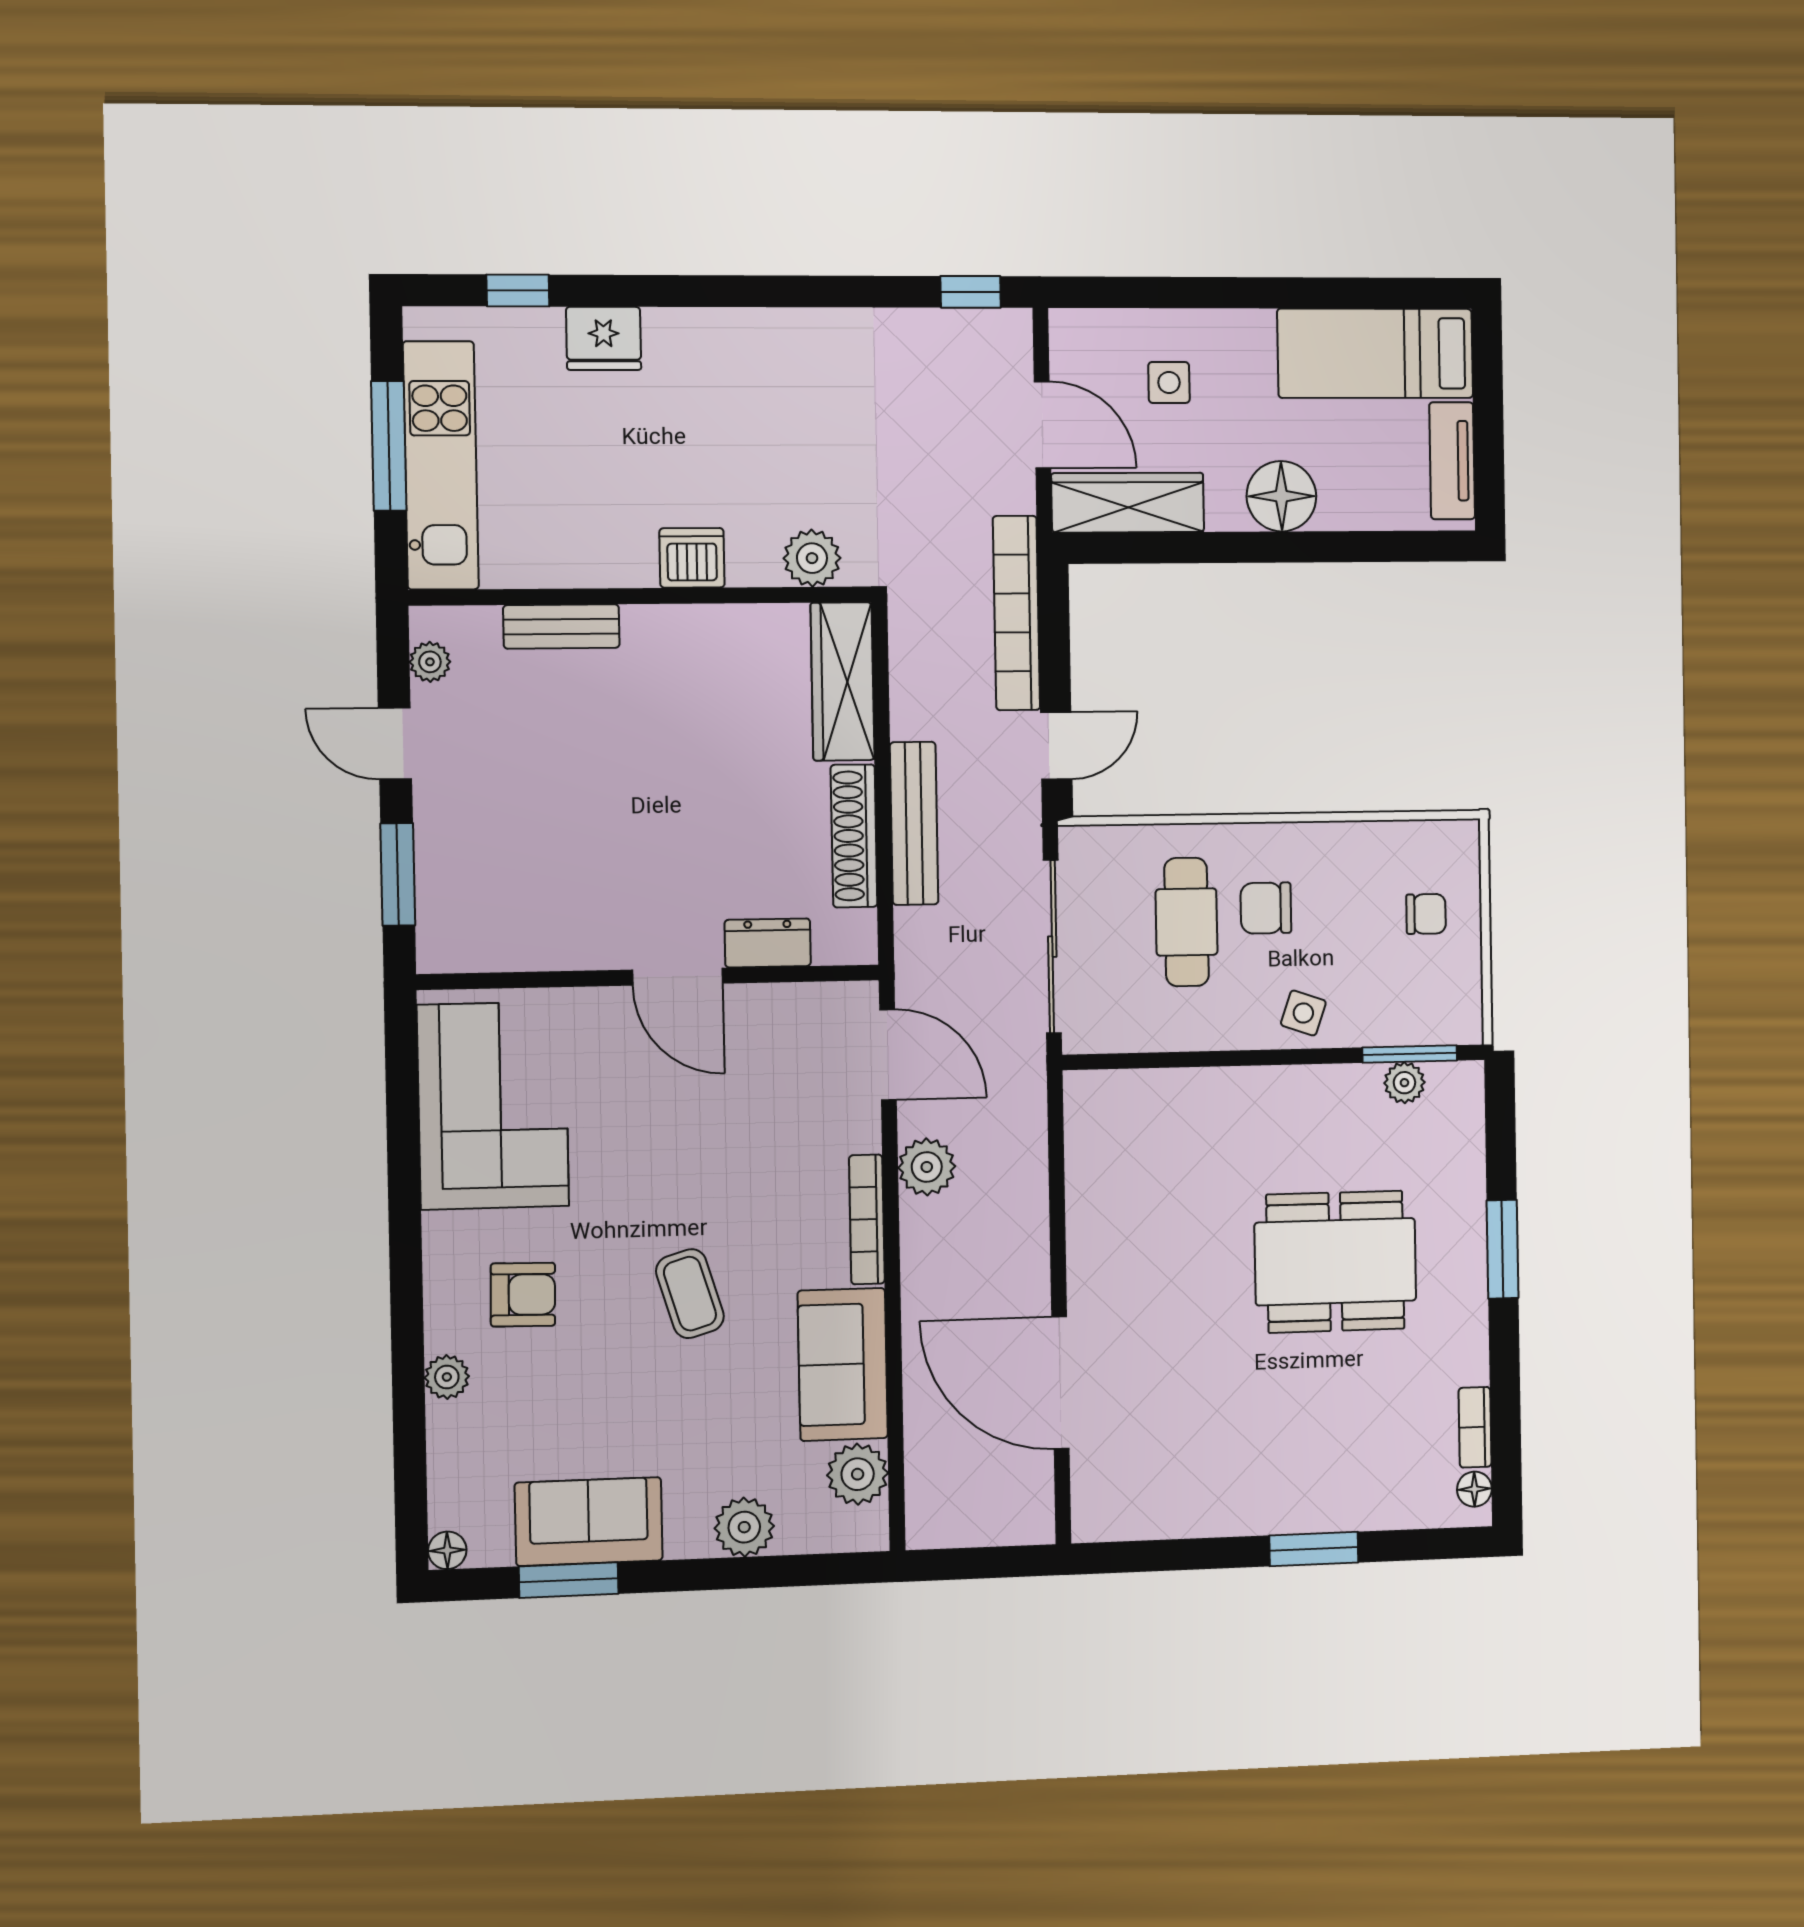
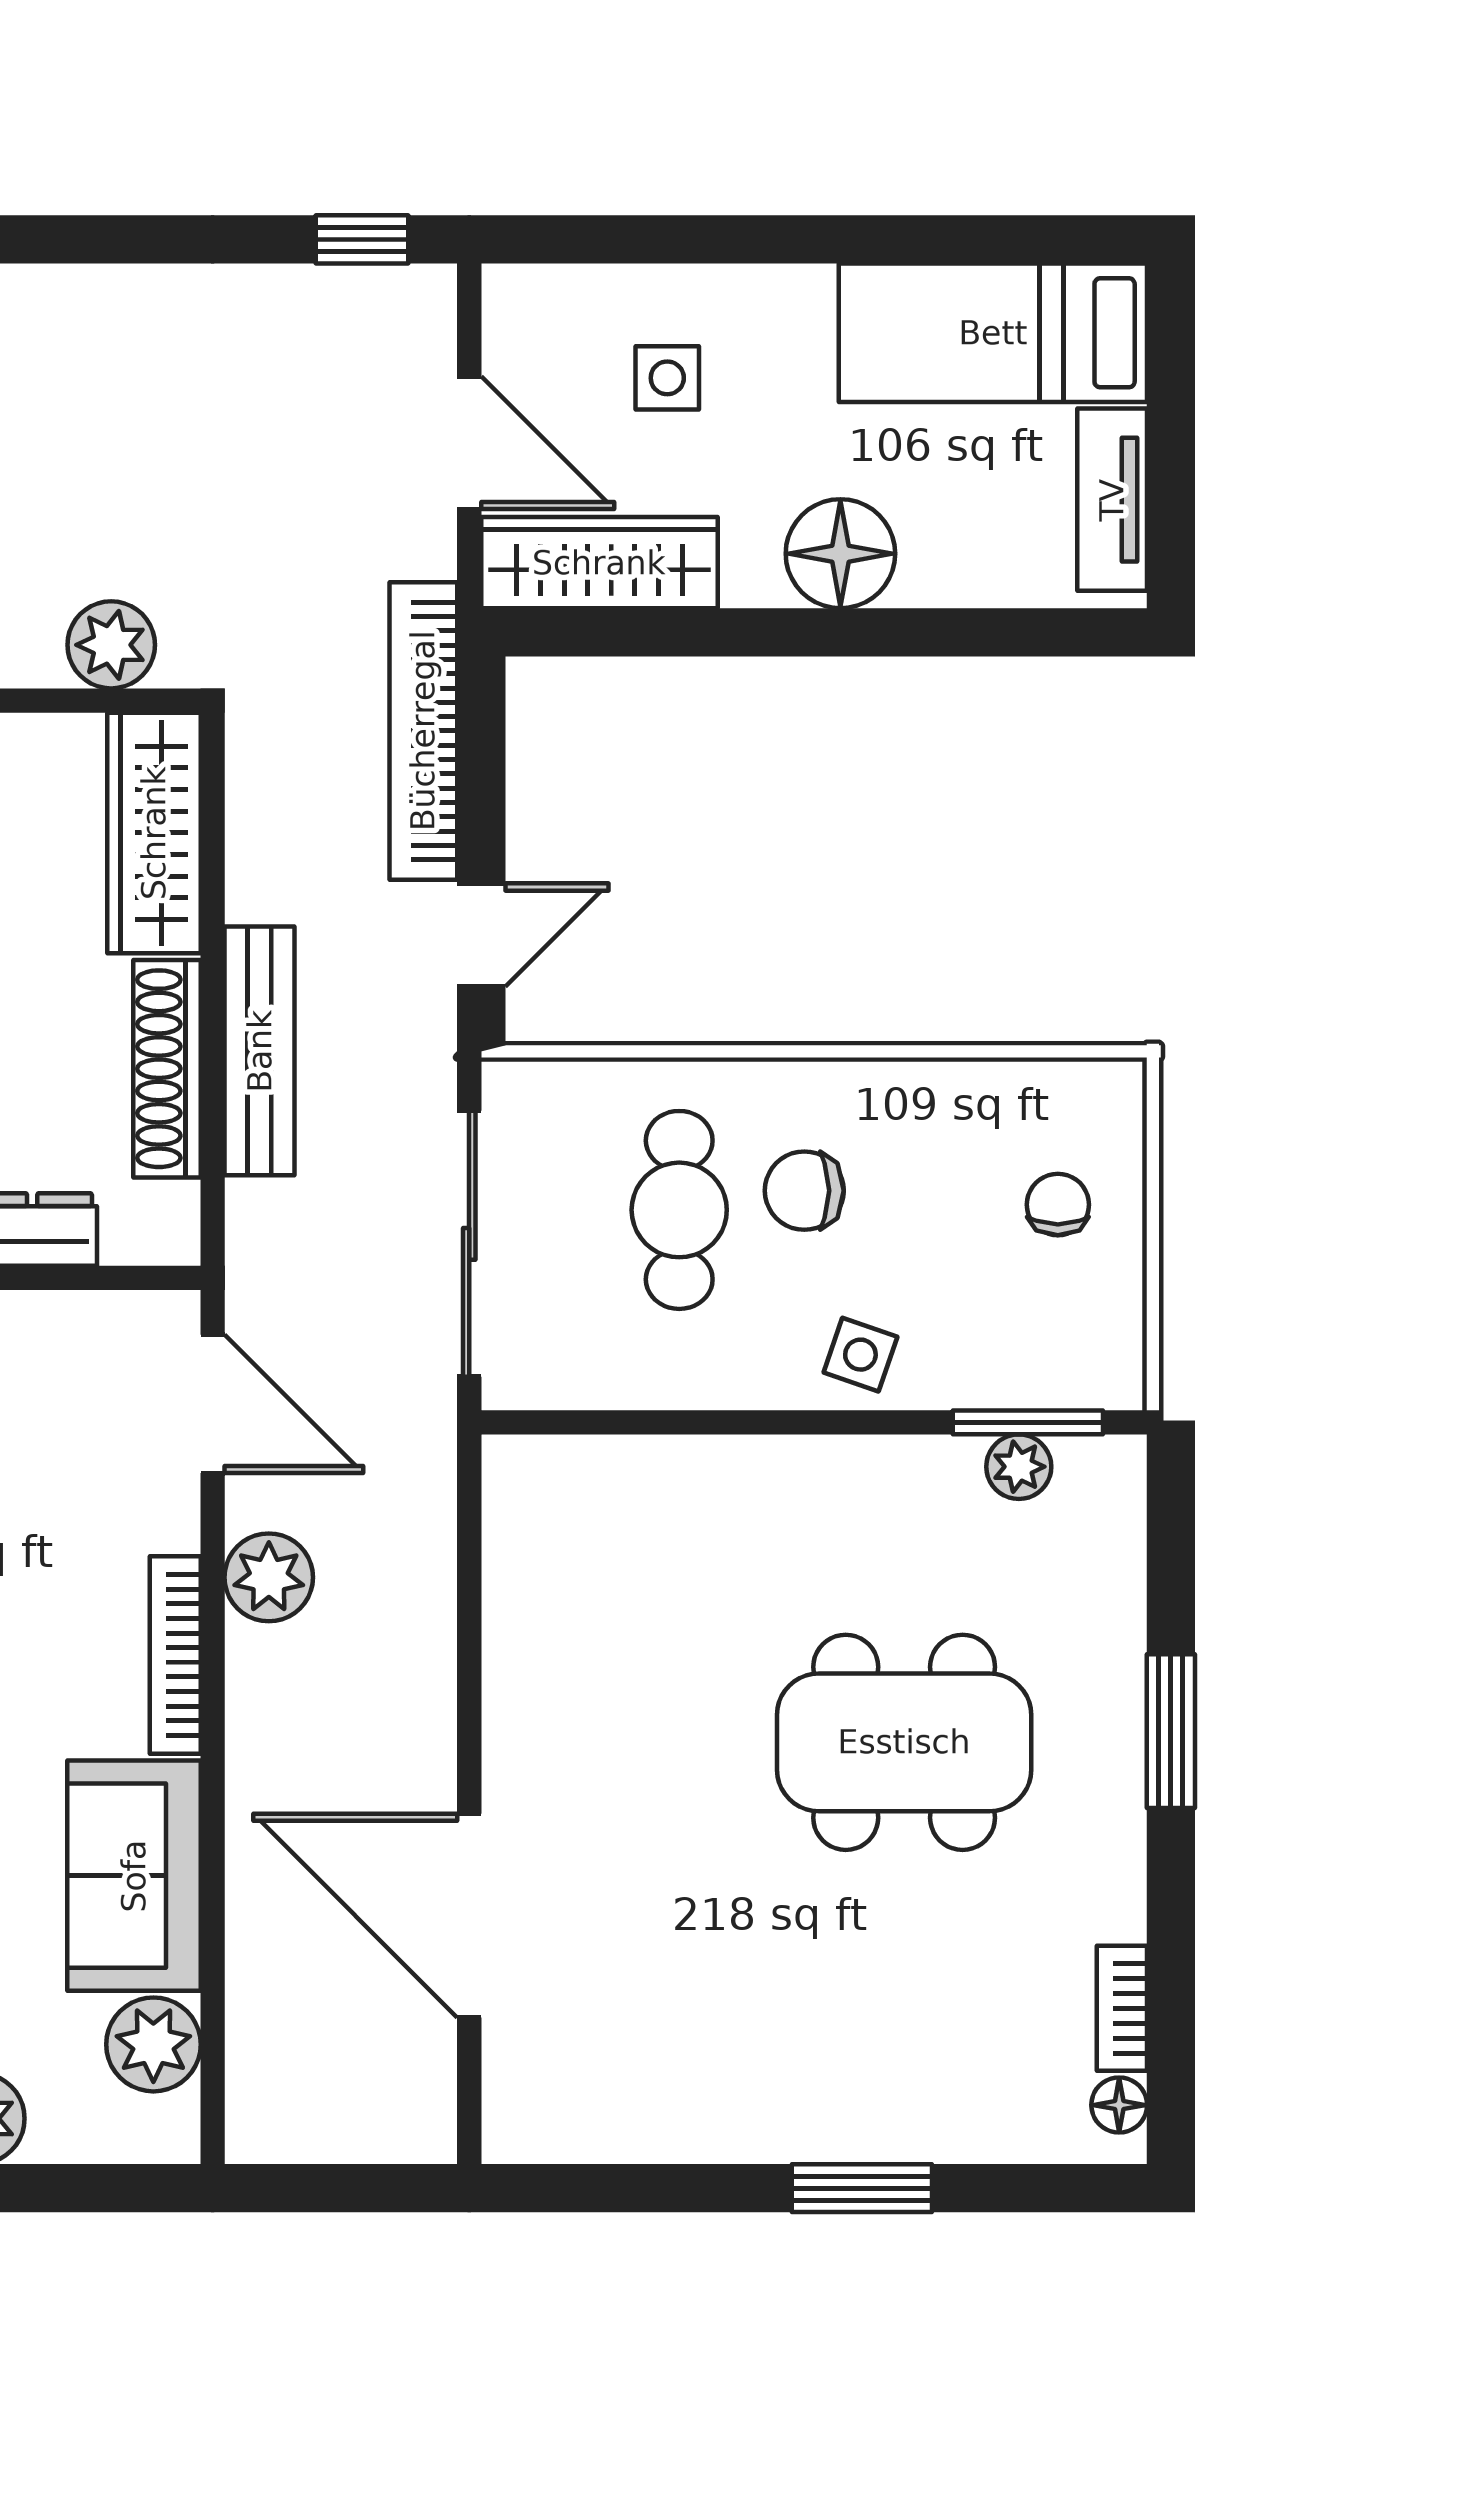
chair: (1426, 914) -> (1058, 1205), turned -90

